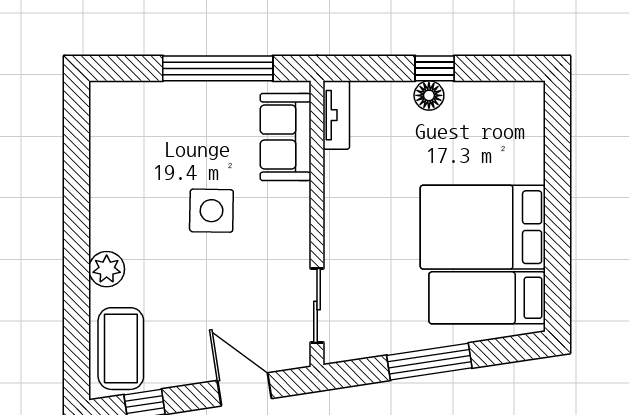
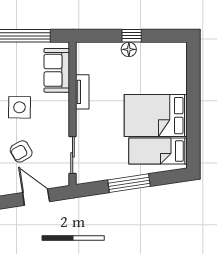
tv unit: (336, 115) -> (82, 92), moved
armchair: (215, 299) -> (21, 151), added

